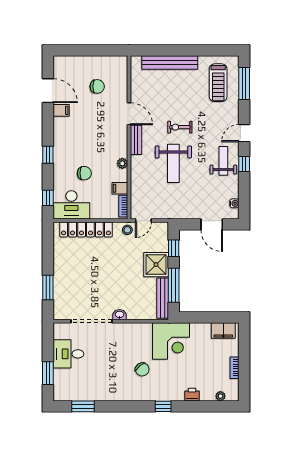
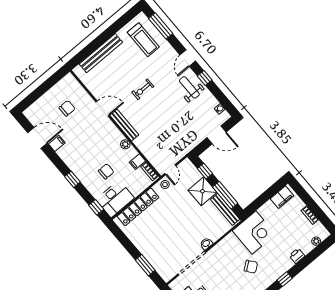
bench: (136, 140) -> (124, 125), width x1.36
weight bench: (173, 163) -> (158, 116), removed

